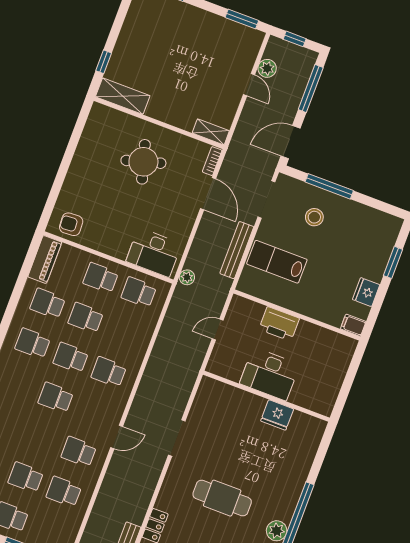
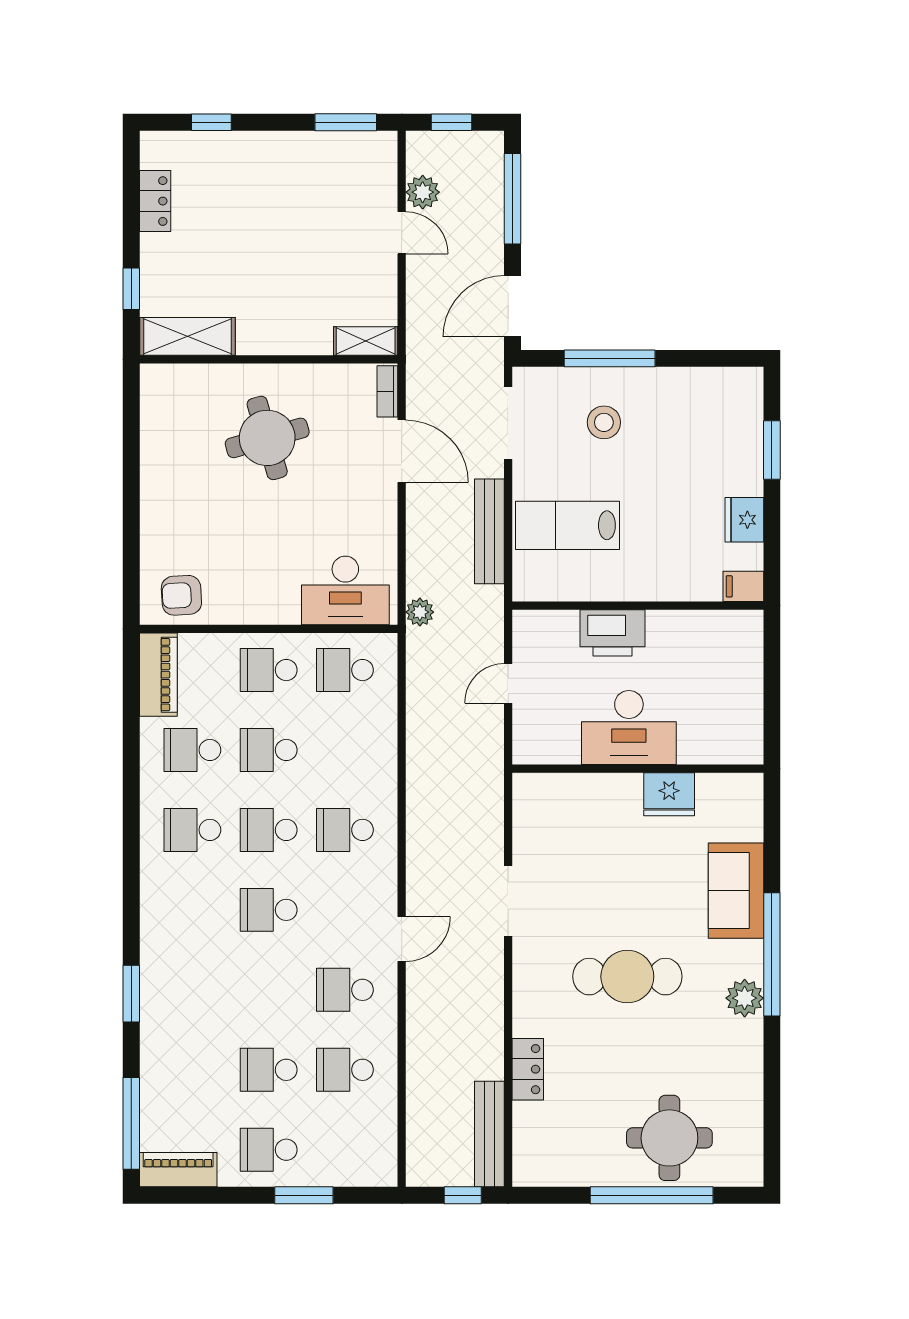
locker: (132, 23) -> (155, 201), added
sofa: (292, 476) -> (736, 891), added

